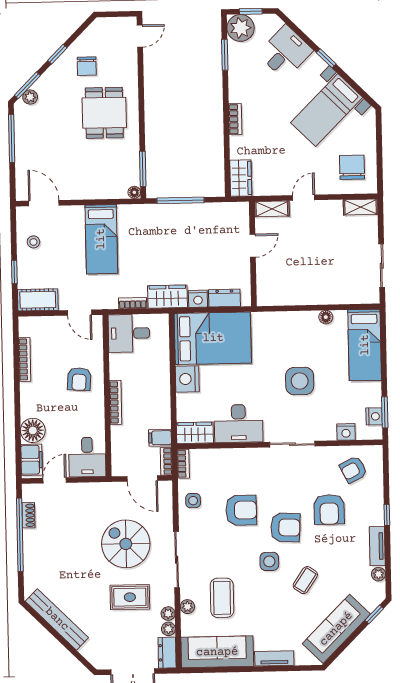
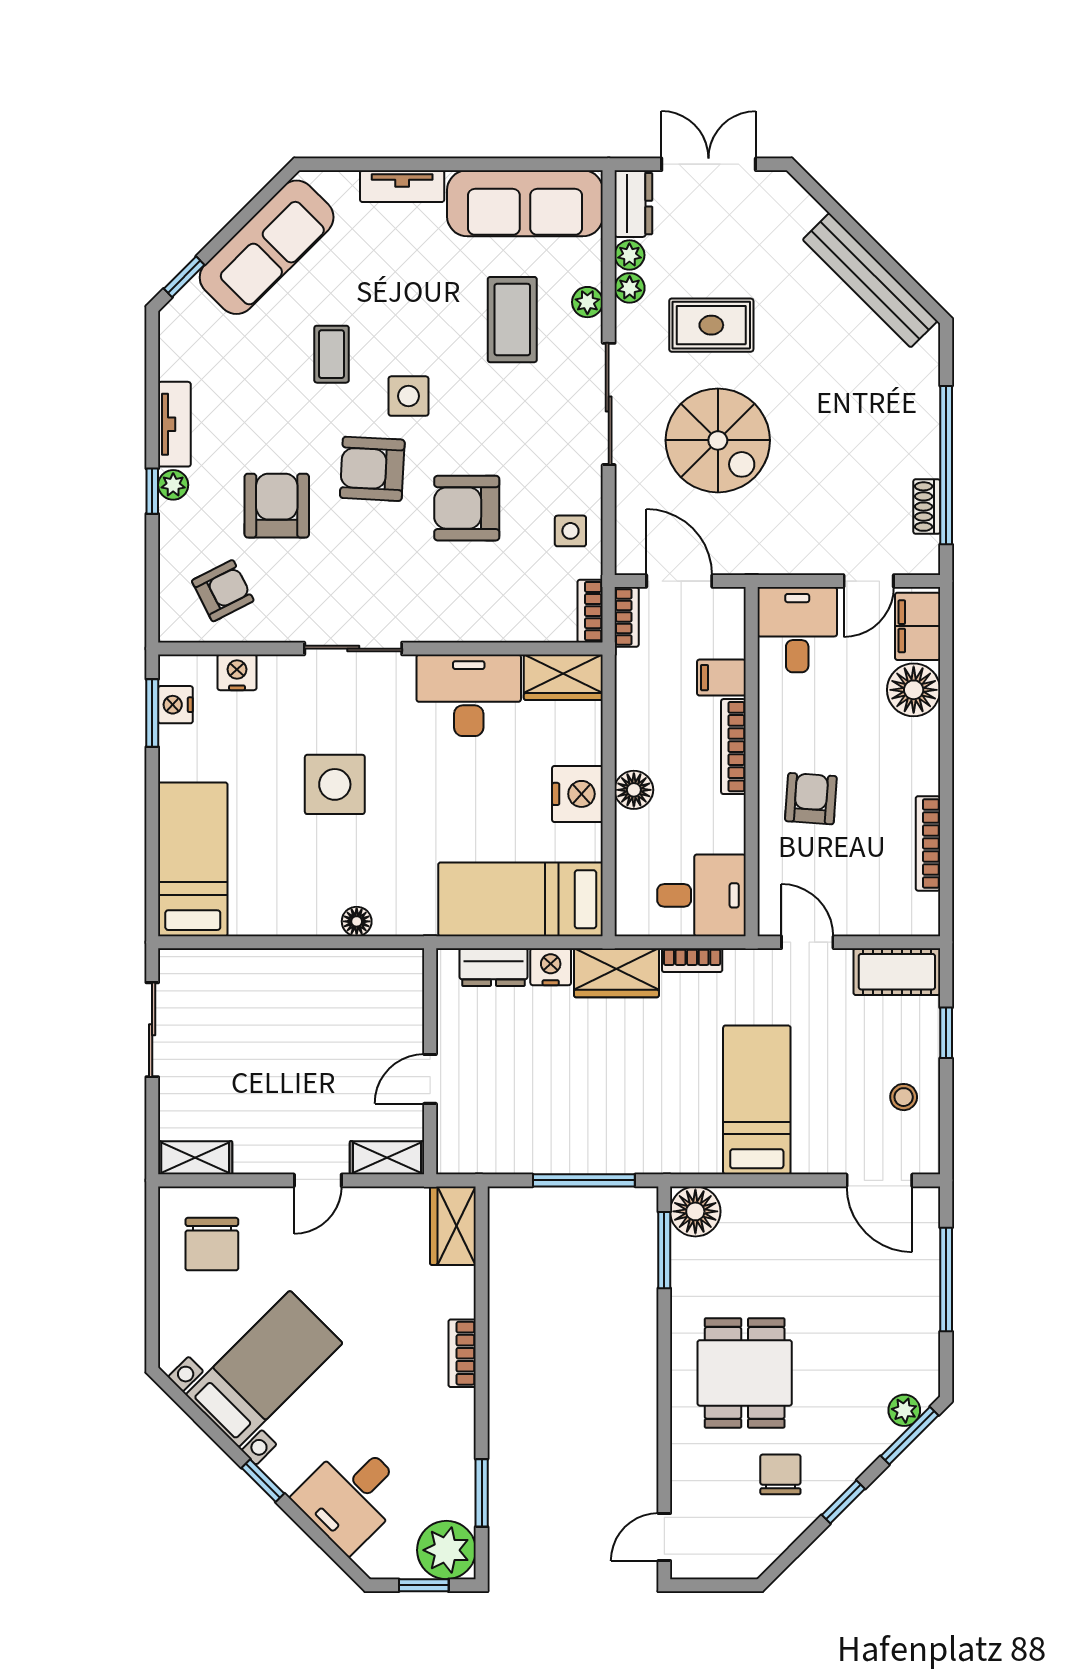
window: (12, 138) -> (946, 1280), moved
floor lamp: (134, 192) -> (695, 1211), width x1.89, depth x1.89
floor lamp: (326, 317) -> (357, 921), moved
bed: (213, 338) -> (521, 899), width x0.67
floor lamp: (161, 381) -> (634, 790), added
filing cabinet: (160, 438) -> (721, 678), moved, turned 180
plant: (378, 574) -> (173, 485), moved
coffee table: (305, 580) -> (332, 354), turned -34

